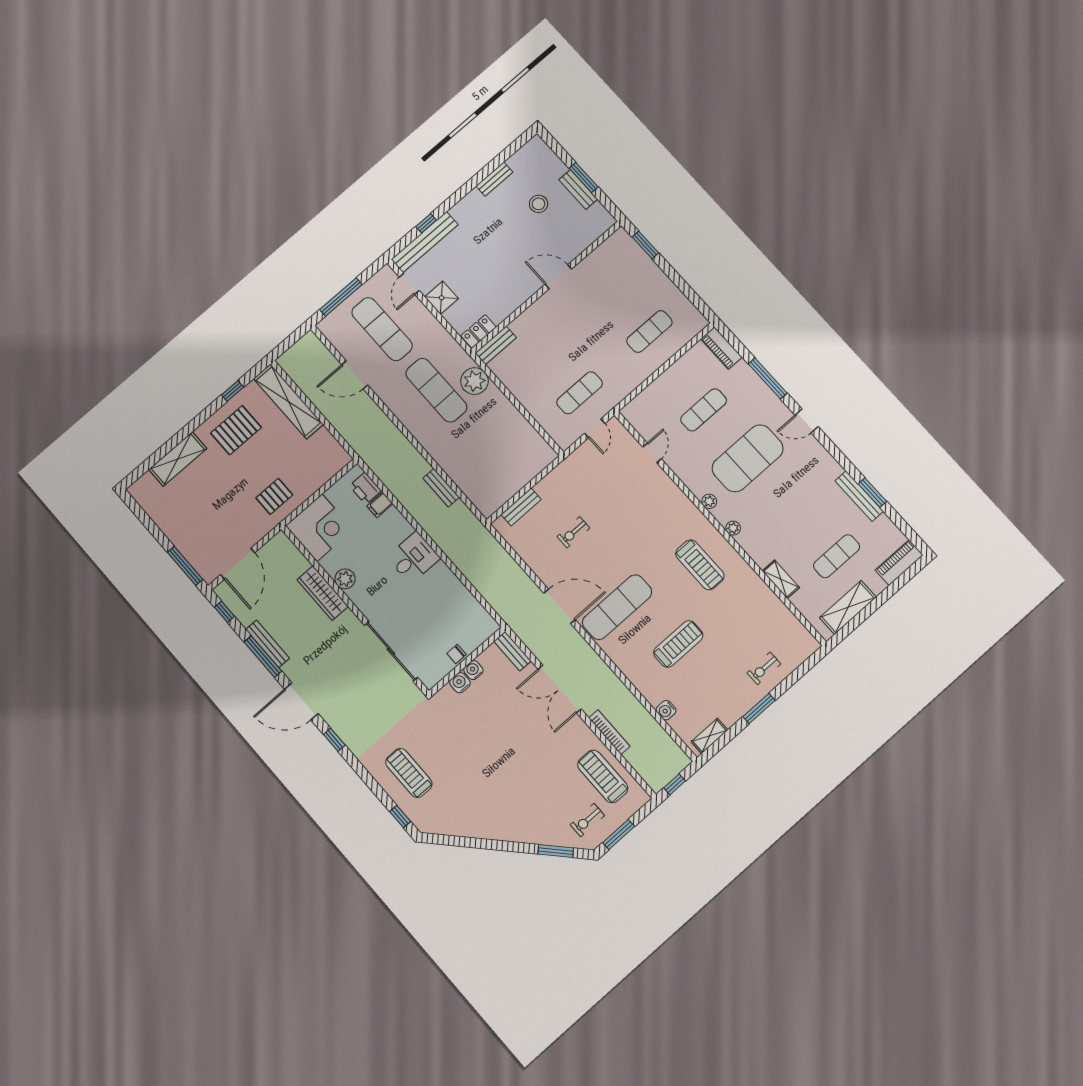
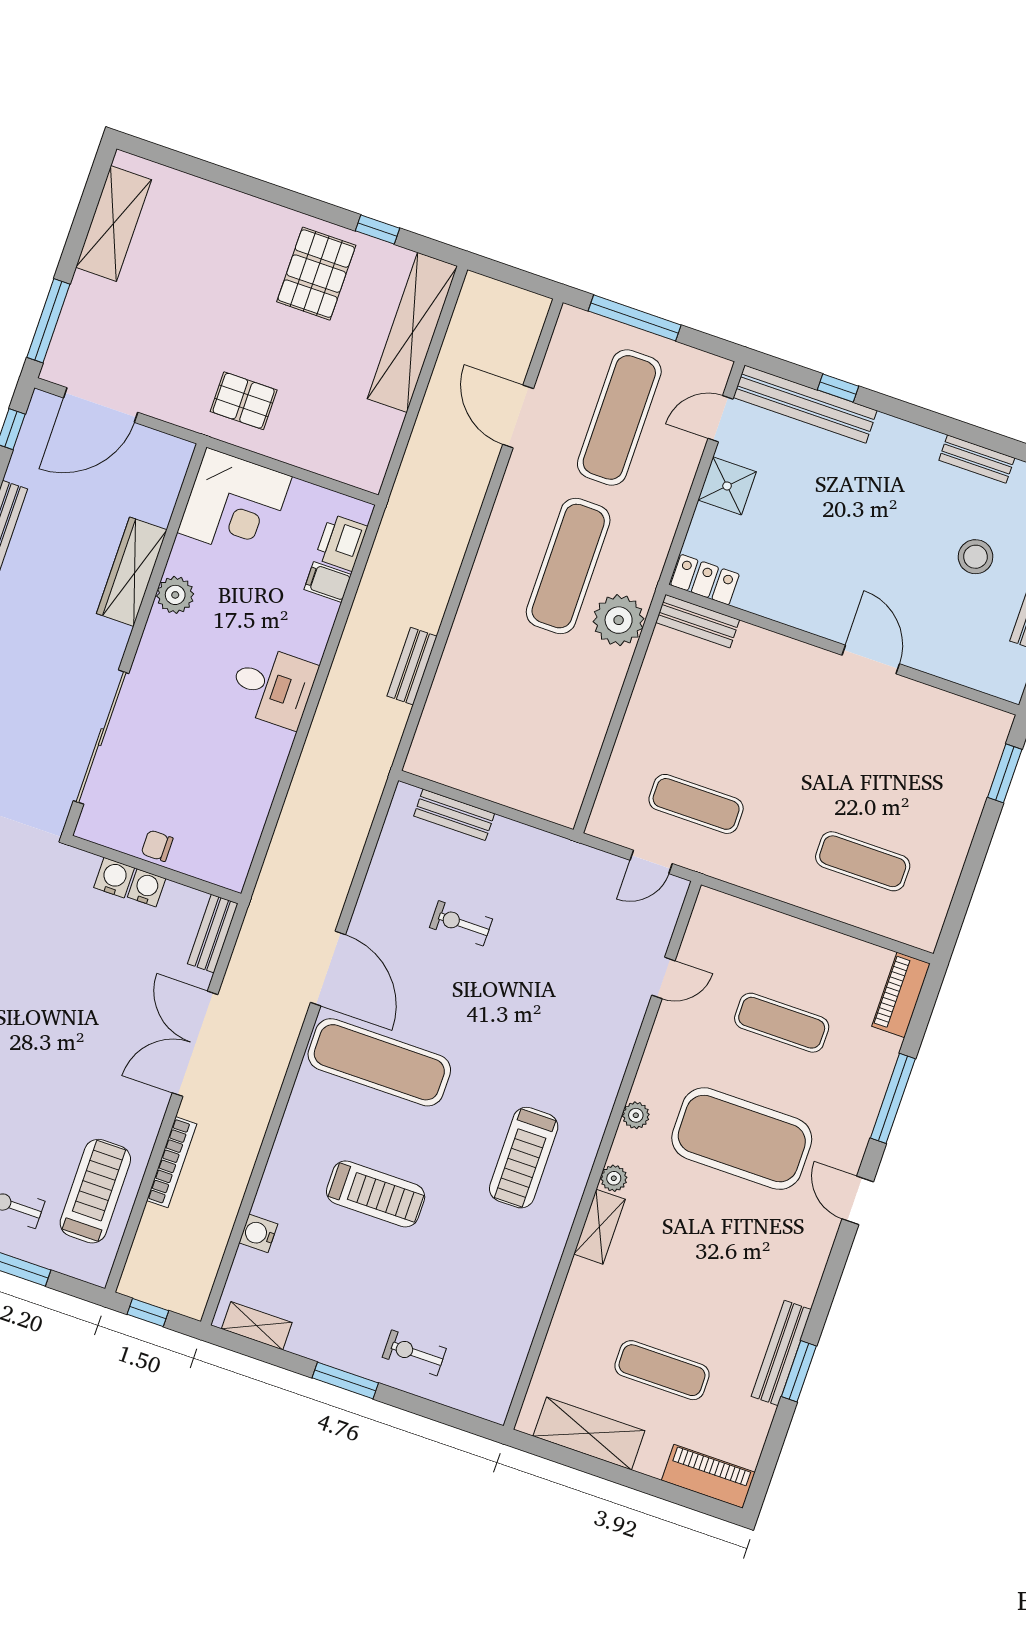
pallet: (236, 430) -> (316, 274), turned 90
shelving: (178, 459) -> (114, 223), moved, turned 90
shelving: (781, 579) -> (599, 1227), moved

